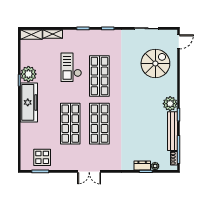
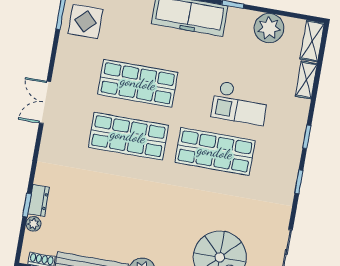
checkout: (71, 67) -> (240, 103), turned 180
plant: (28, 74) -> (269, 28), moved

